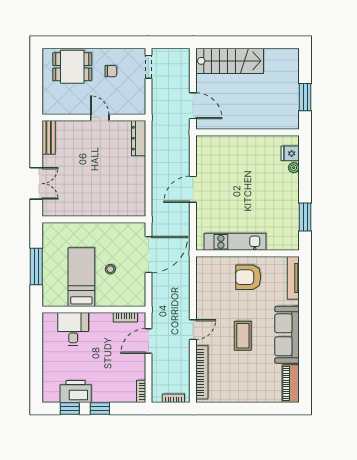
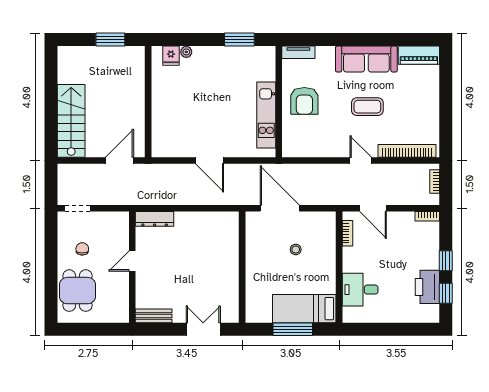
bed: (81, 277) -> (304, 309), moved
tv unit: (293, 278) -> (298, 52), width x0.71

